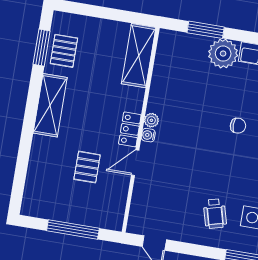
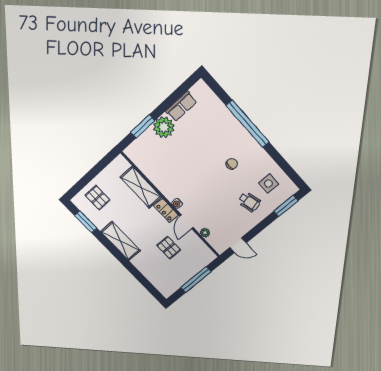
pallet: (64, 51) -> (98, 198), moved
shelving: (139, 56) -> (141, 187), moved
plant: (151, 120) -> (205, 233), moved
chair: (238, 126) -> (232, 164), moved

